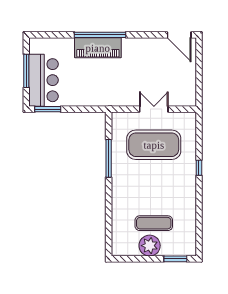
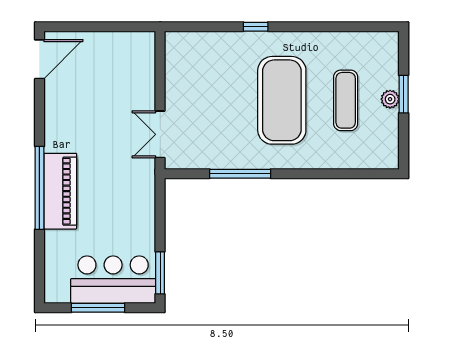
double door: (154, 109) -> (160, 134), moved
exercise mat: (154, 145) -> (282, 100), moved
plant: (150, 246) -> (390, 99), width x0.53, depth x0.53
window: (175, 259) -> (404, 94), moved

